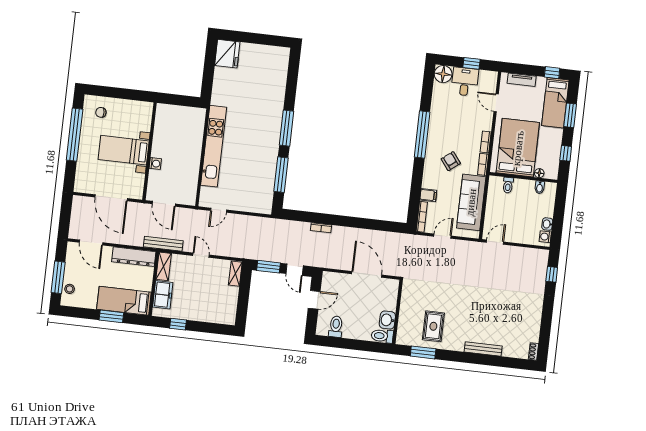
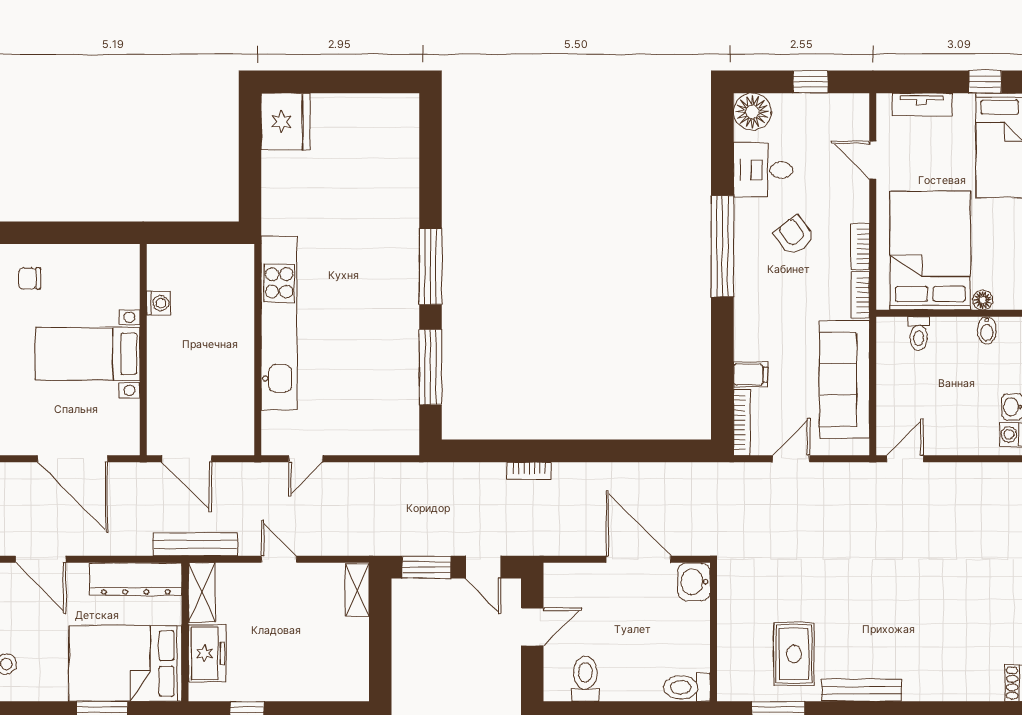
desk: (465, 82) -> (763, 170), moved, turned -90
armchair: (451, 161) -> (794, 236), moved
washing machine: (155, 163) -> (159, 303), moved
bed: (124, 301) -> (125, 663), width x1.50
washbasin: (387, 320) -> (694, 582), moved
bench: (483, 349) -> (861, 690), moved

